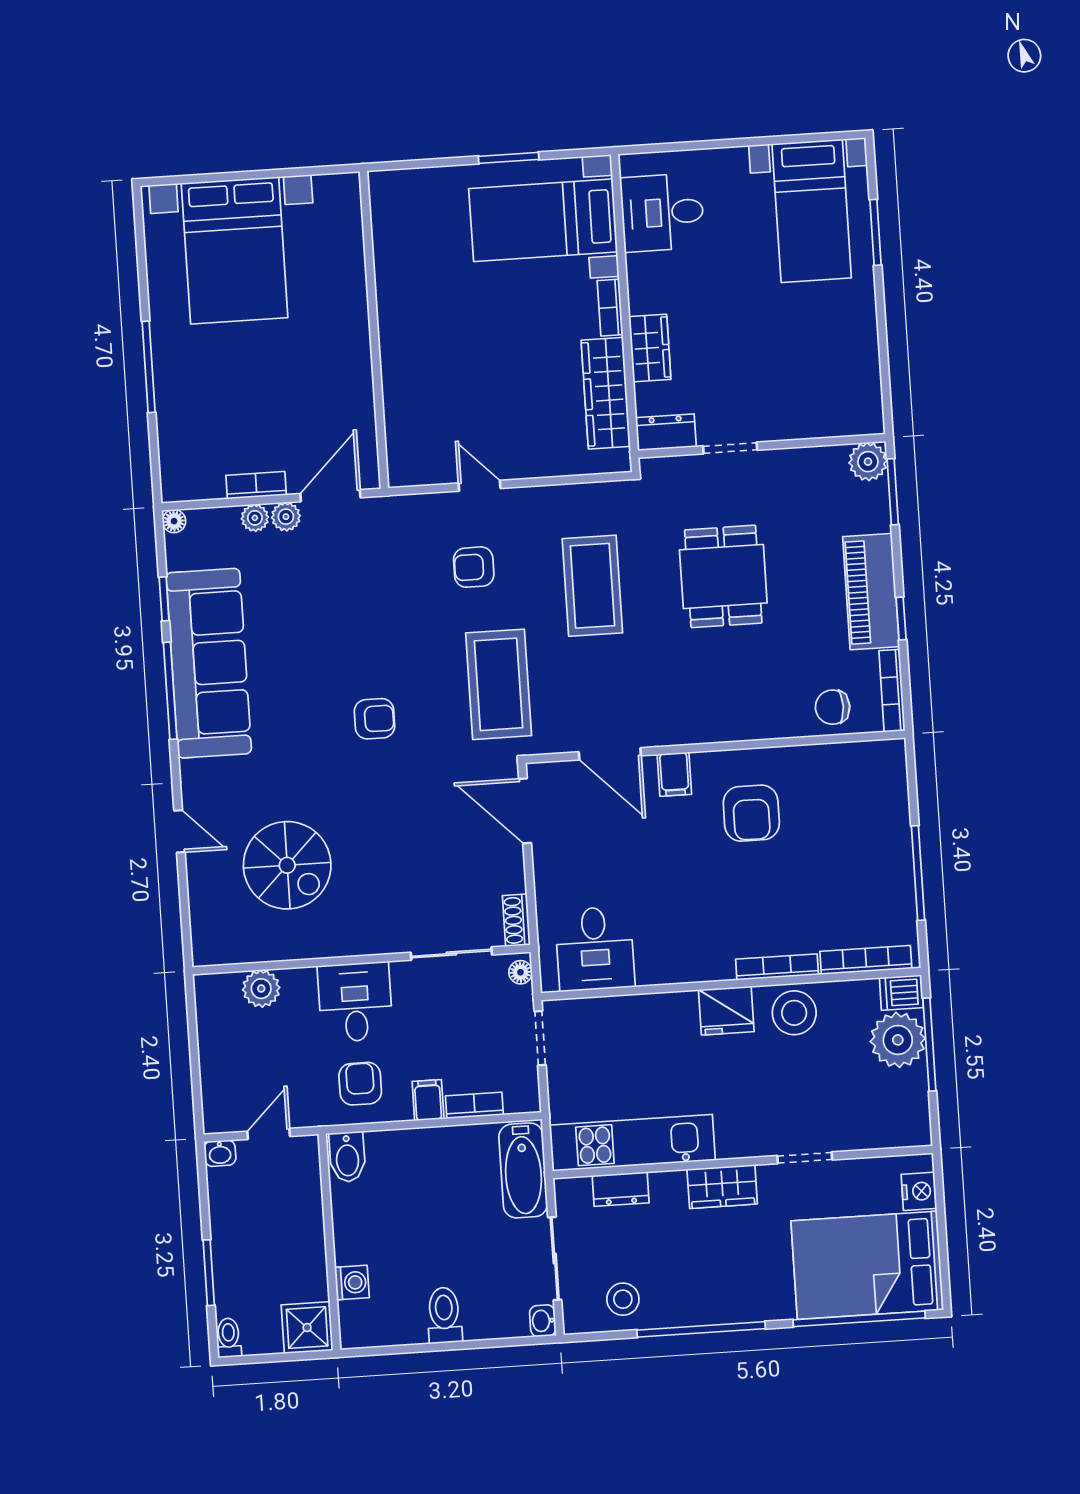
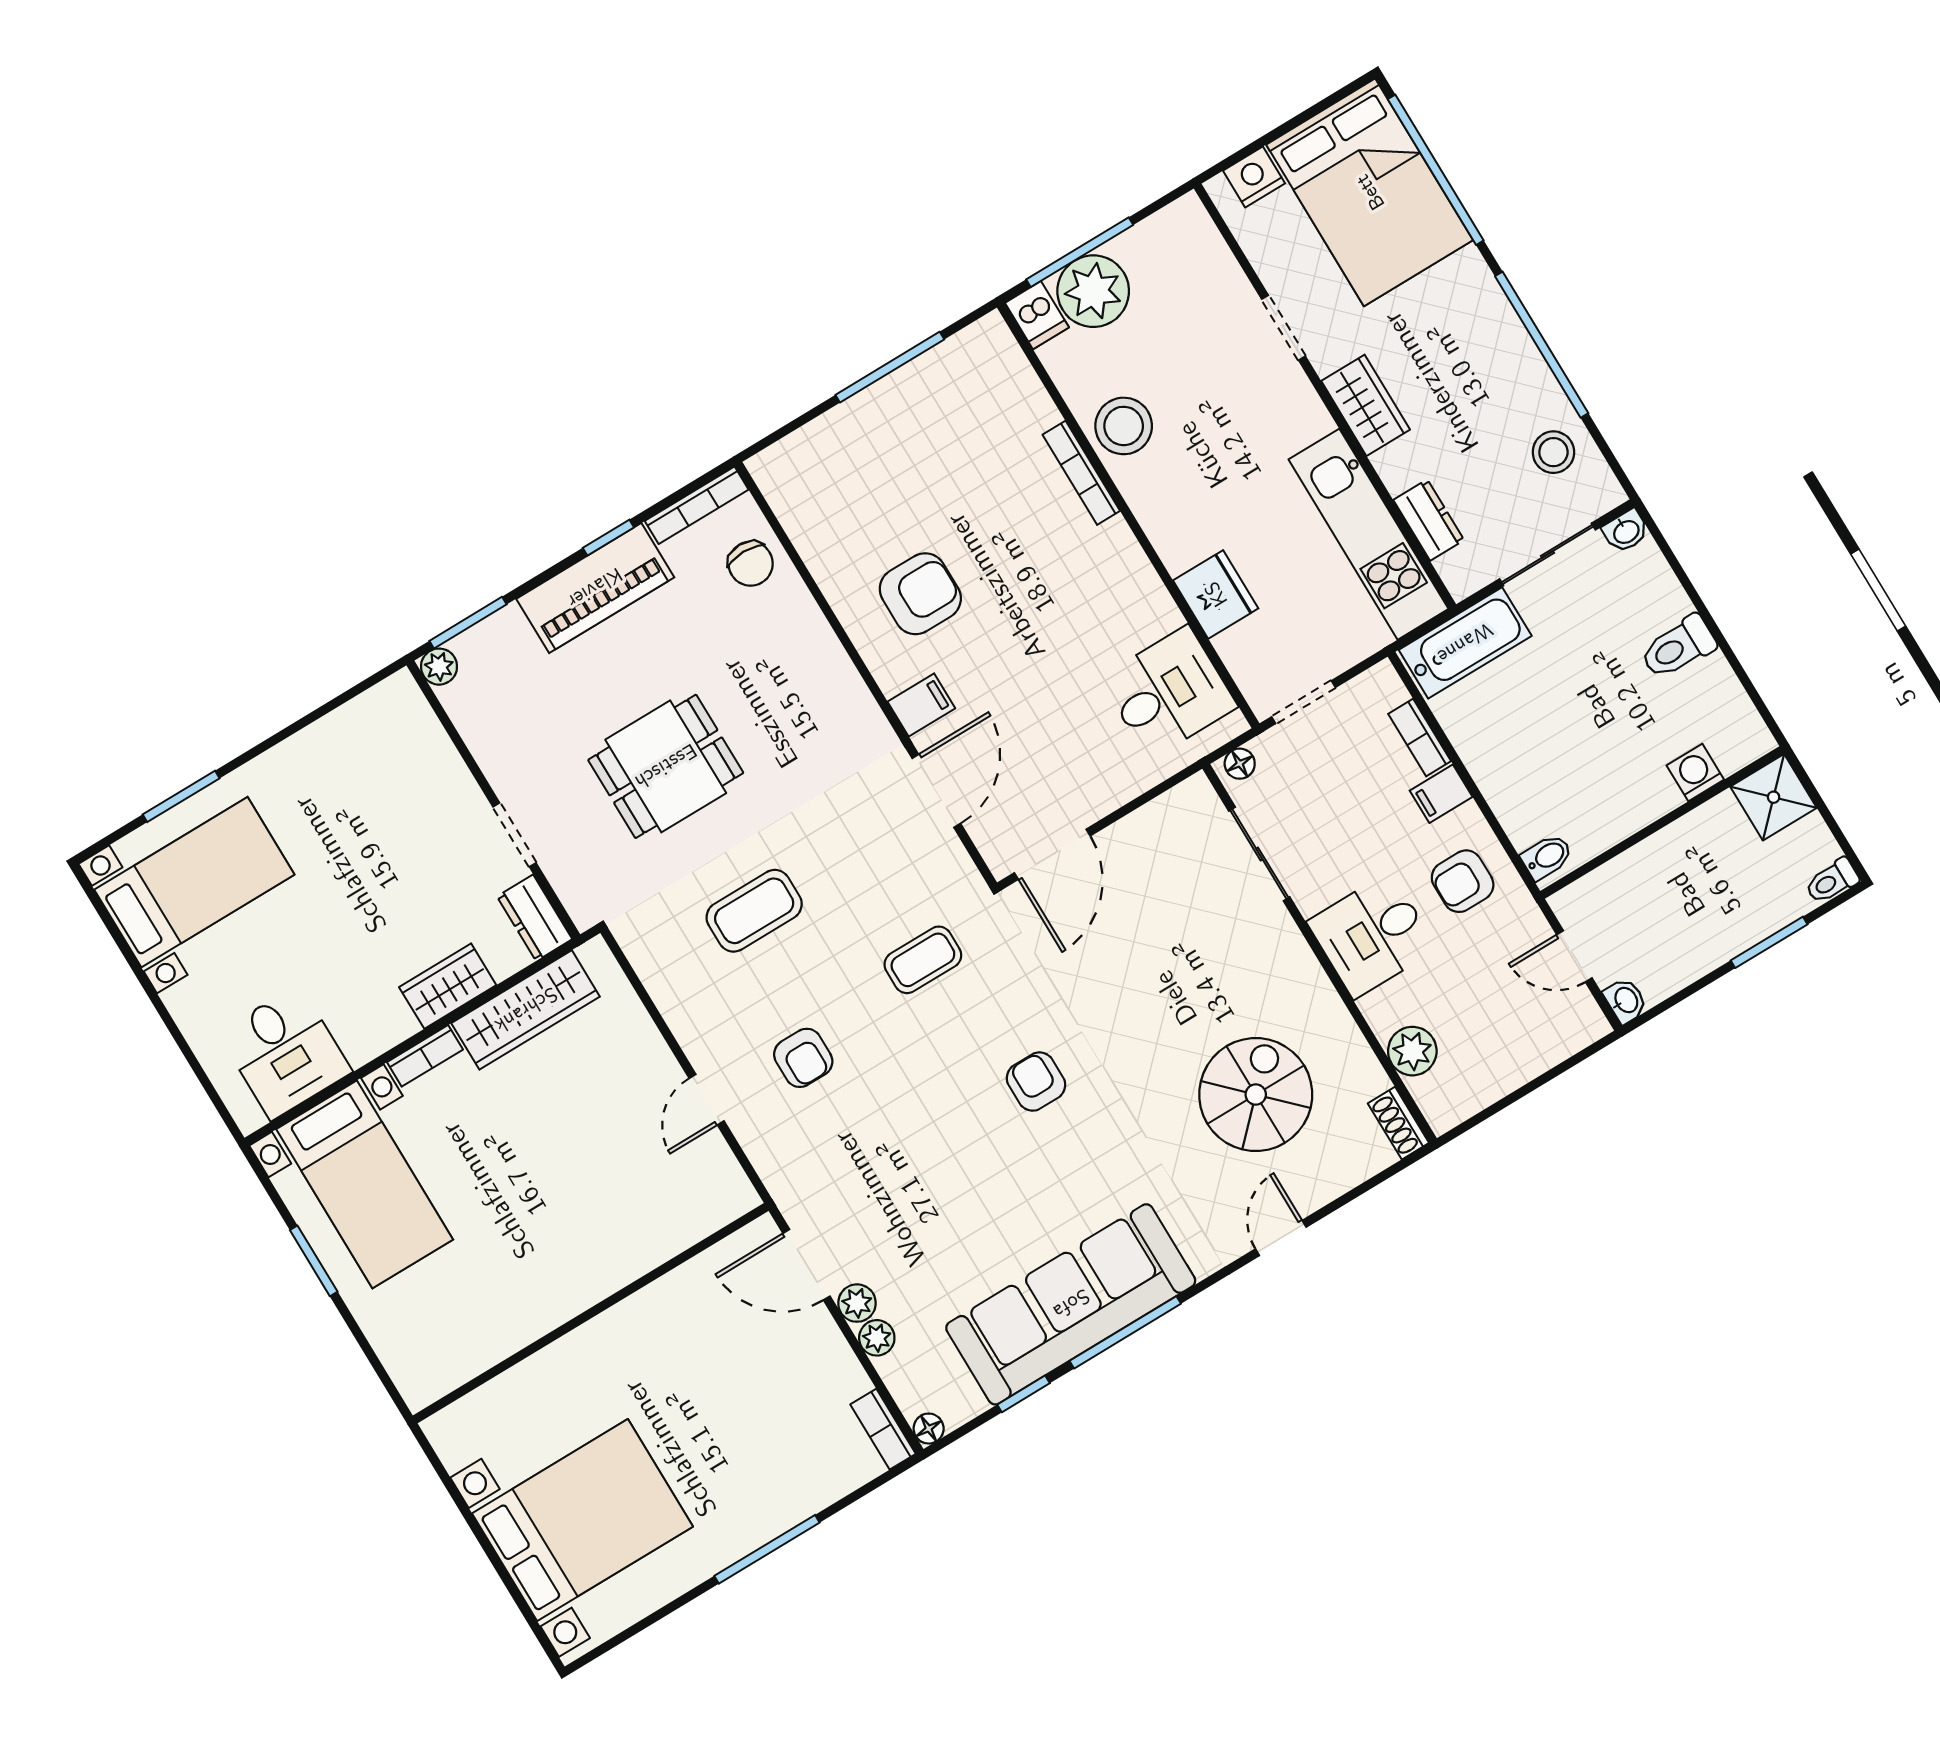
plant: (868, 462) -> (439, 667), width x0.73, depth x0.73
bookcase: (256, 485) -> (883, 1429), moved
coffee table: (592, 586) -> (754, 911), width x0.73, depth x0.76
coffee table: (499, 684) -> (923, 960), width x0.54, depth x0.58
shoe rack: (516, 920) -> (1398, 1123), moved, turned 90
bookcase: (866, 960) -> (1021, 375), removed
fridge: (726, 1011) -> (1216, 594), moved
bidet: (347, 1157) -> (1547, 857), width x0.72, depth x0.74

